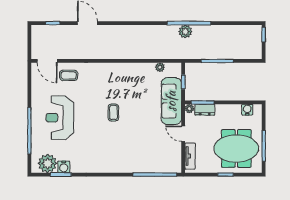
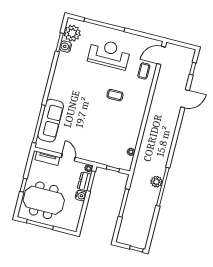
sofa: (171, 101) -> (51, 121), moved, turned 90
water cooler: (247, 110) -> (81, 196), moved
coffee table: (113, 112) -> (115, 95), moved
door: (183, 134) -> (68, 157), hinge flipped
meeting table: (236, 148) -> (44, 200), turned 90

